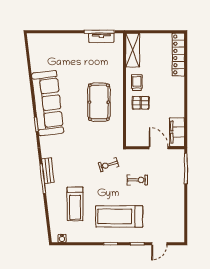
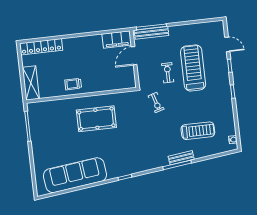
tv unit: (101, 38) -> (33, 124), removed
shelving: (133, 50) -> (31, 83), moved, turned 90
sofa: (48, 103) -> (75, 175), moved
pallet: (141, 103) -> (92, 78), removed
bench: (180, 168) -> (151, 33), added
bench: (48, 171) -> (181, 158), moved
treadmill: (119, 216) -> (193, 68), moved, turned 180

